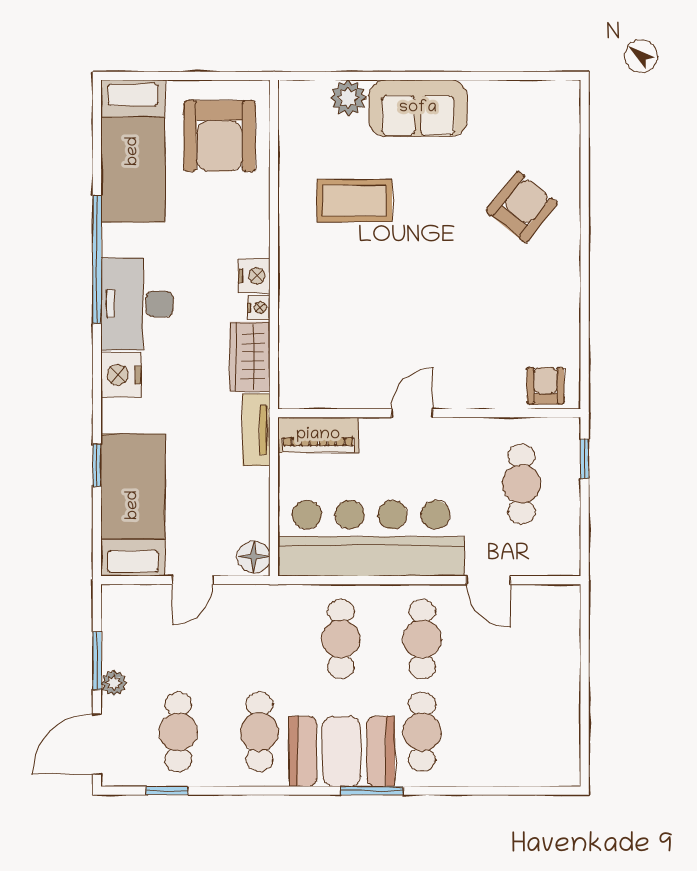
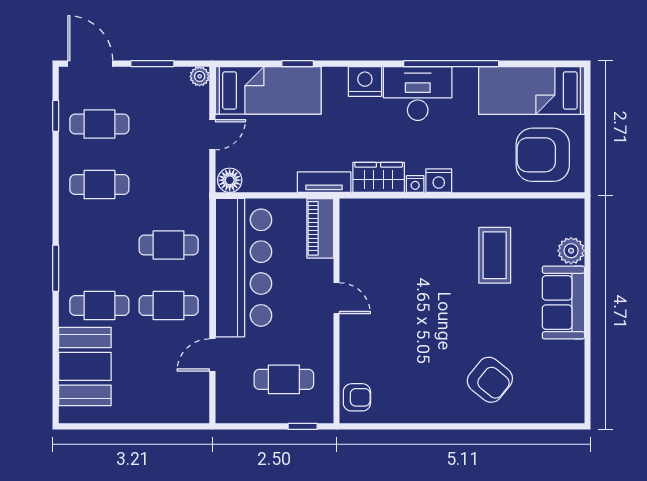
door: (192, 580) -> (212, 135), swing flipped
plant: (114, 683) -> (200, 76), moved
booth: (342, 751) -> (85, 366), moved

